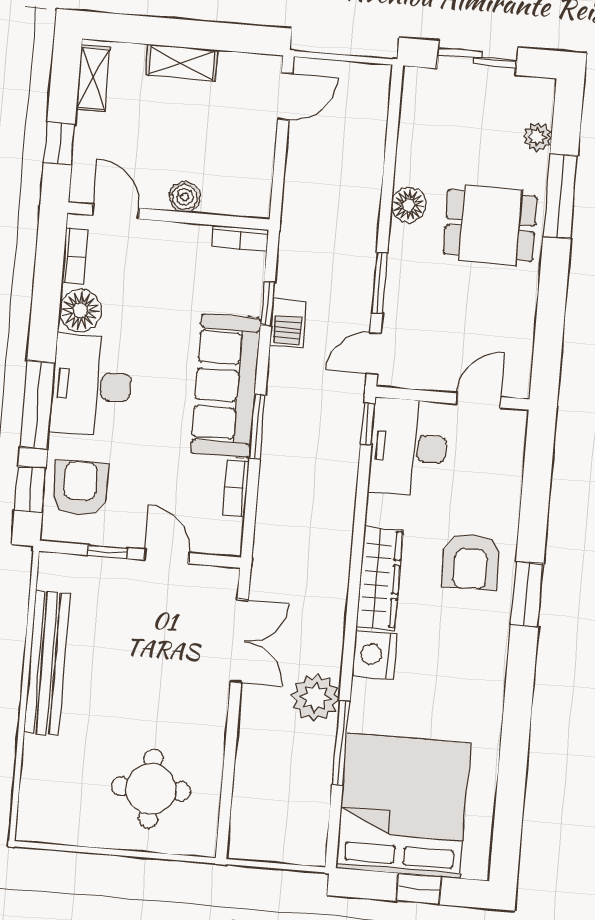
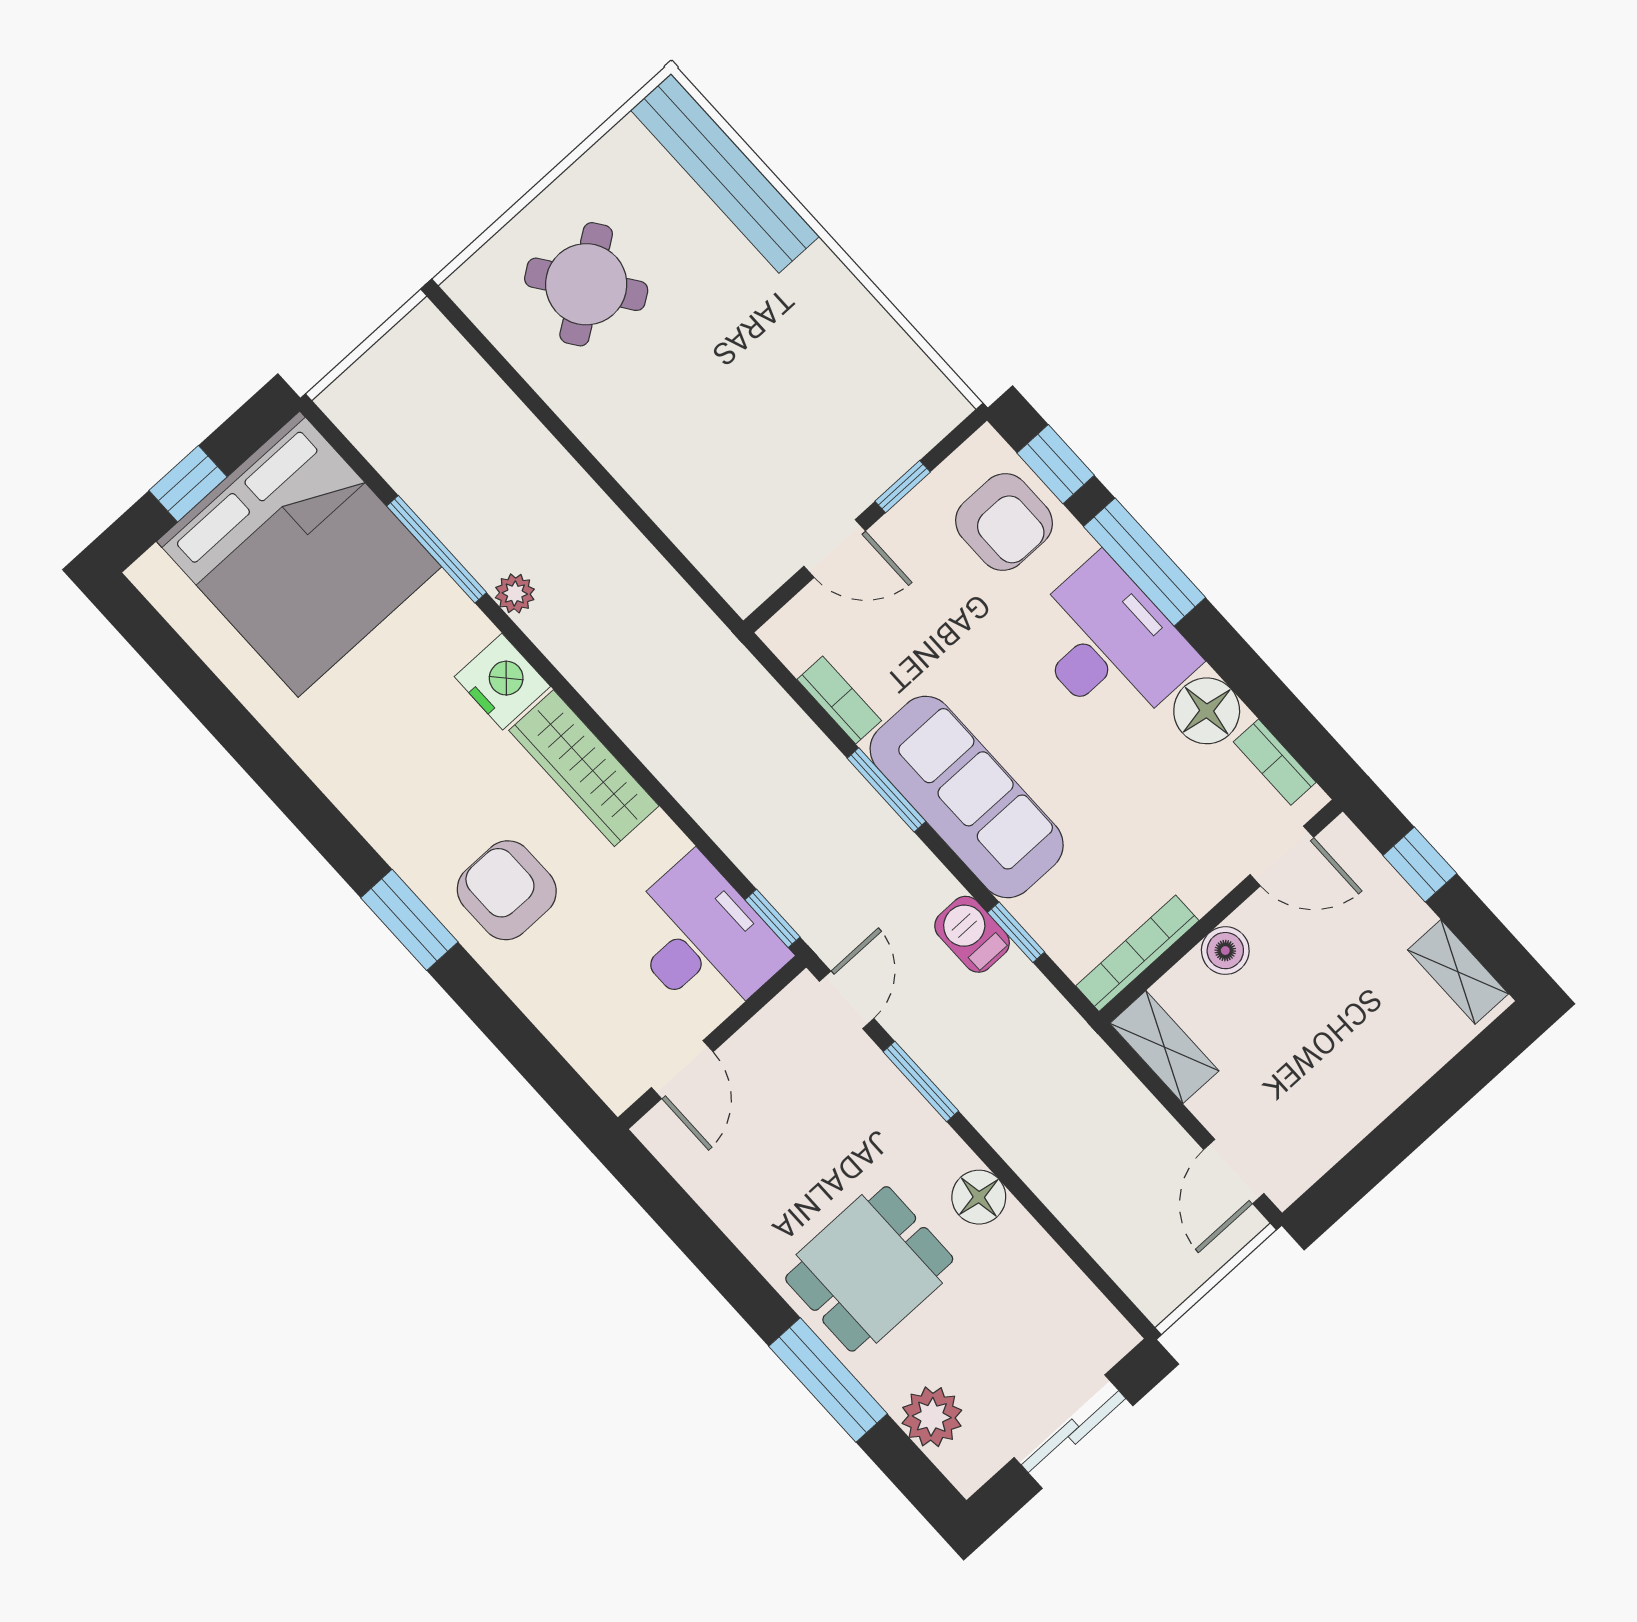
shelving: (182, 63) -> (1164, 1047), moved, turned 90
plant: (537, 137) -> (932, 1417), width x1.38, depth x1.38
bookcase: (240, 238) -> (1137, 953), width x1.56
double door: (239, 641) -> (661, 542), removed
bench: (47, 663) -> (725, 173), moved
plant: (315, 698) -> (515, 593), width x0.53, depth x0.53
round table: (151, 789) -> (586, 284), turned -35

